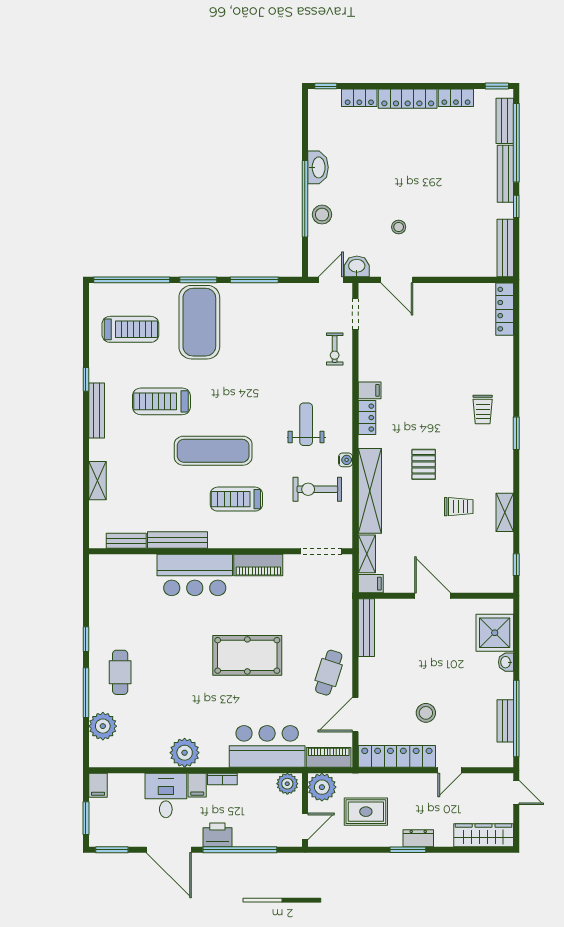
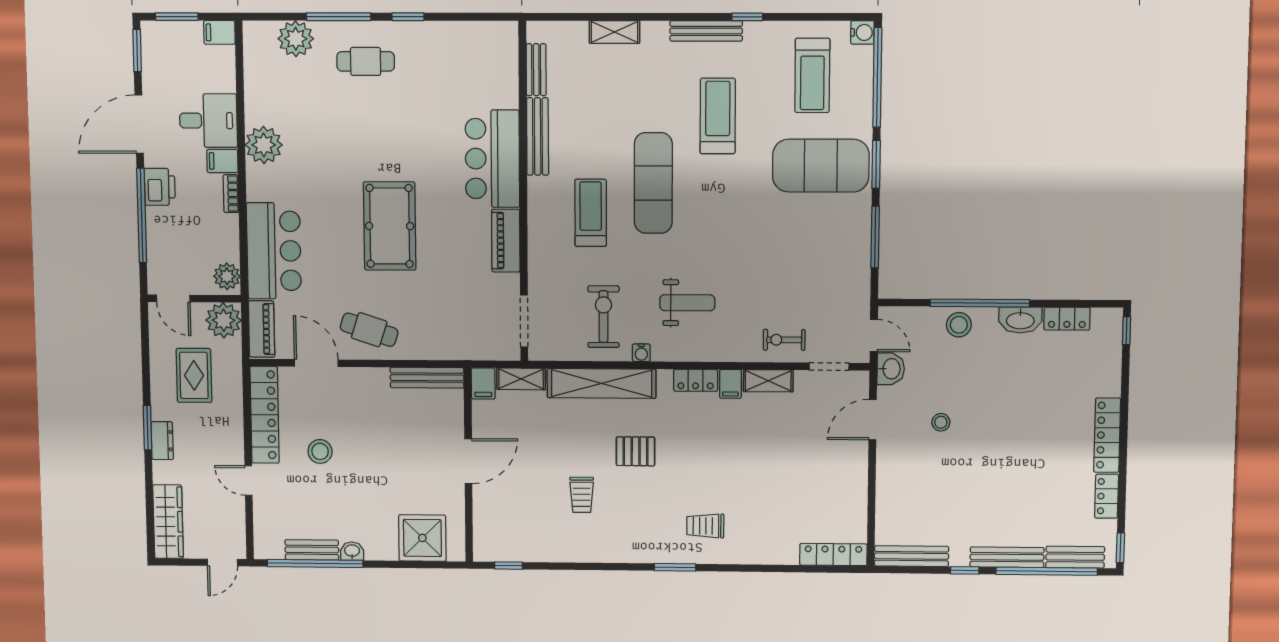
locker: (359, 98) -> (1067, 319), moved, turned -90
water cooler: (98, 292) -> (862, 32), added
shelving: (505, 512) -> (768, 381), moved
washbasin: (506, 662) -> (352, 551), moved

